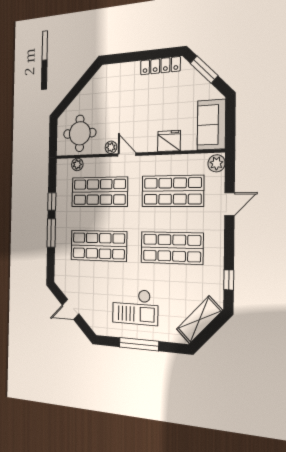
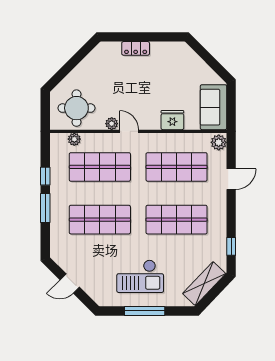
locker: (160, 66) -> (136, 48), moved, width x0.66
window: (204, 69) -> (206, 56), removed

